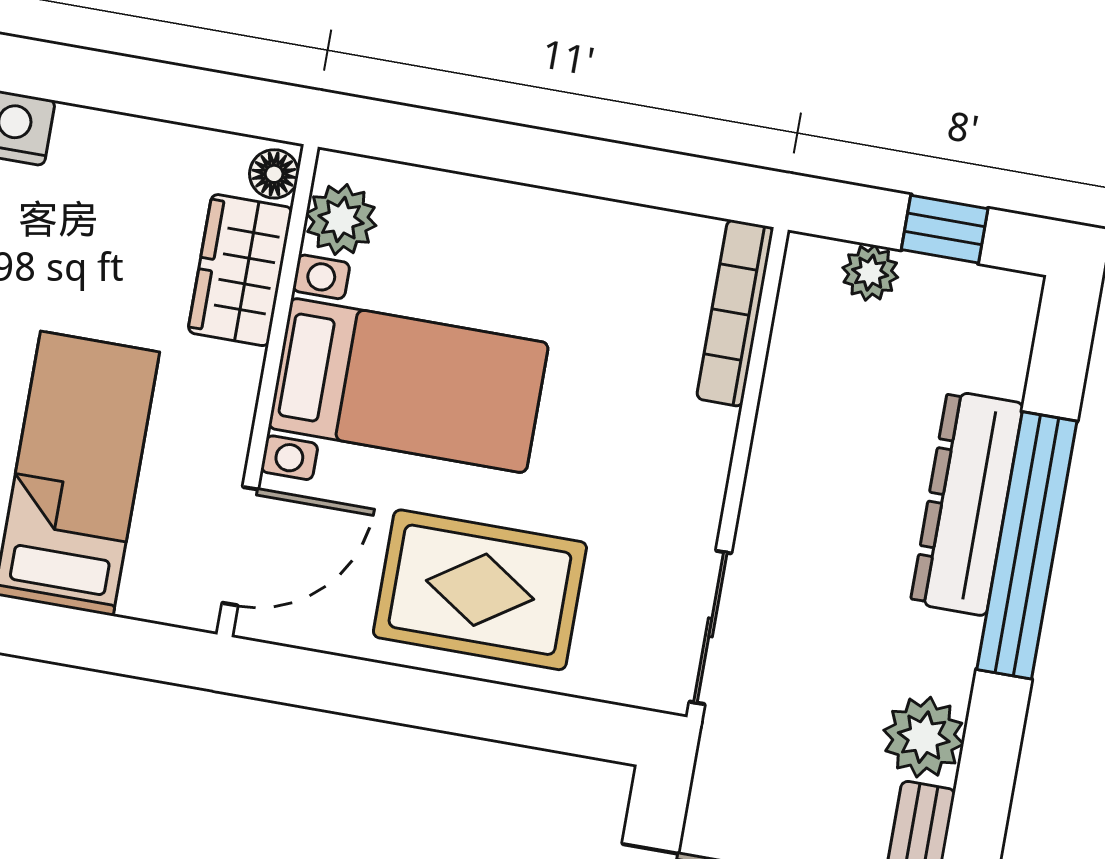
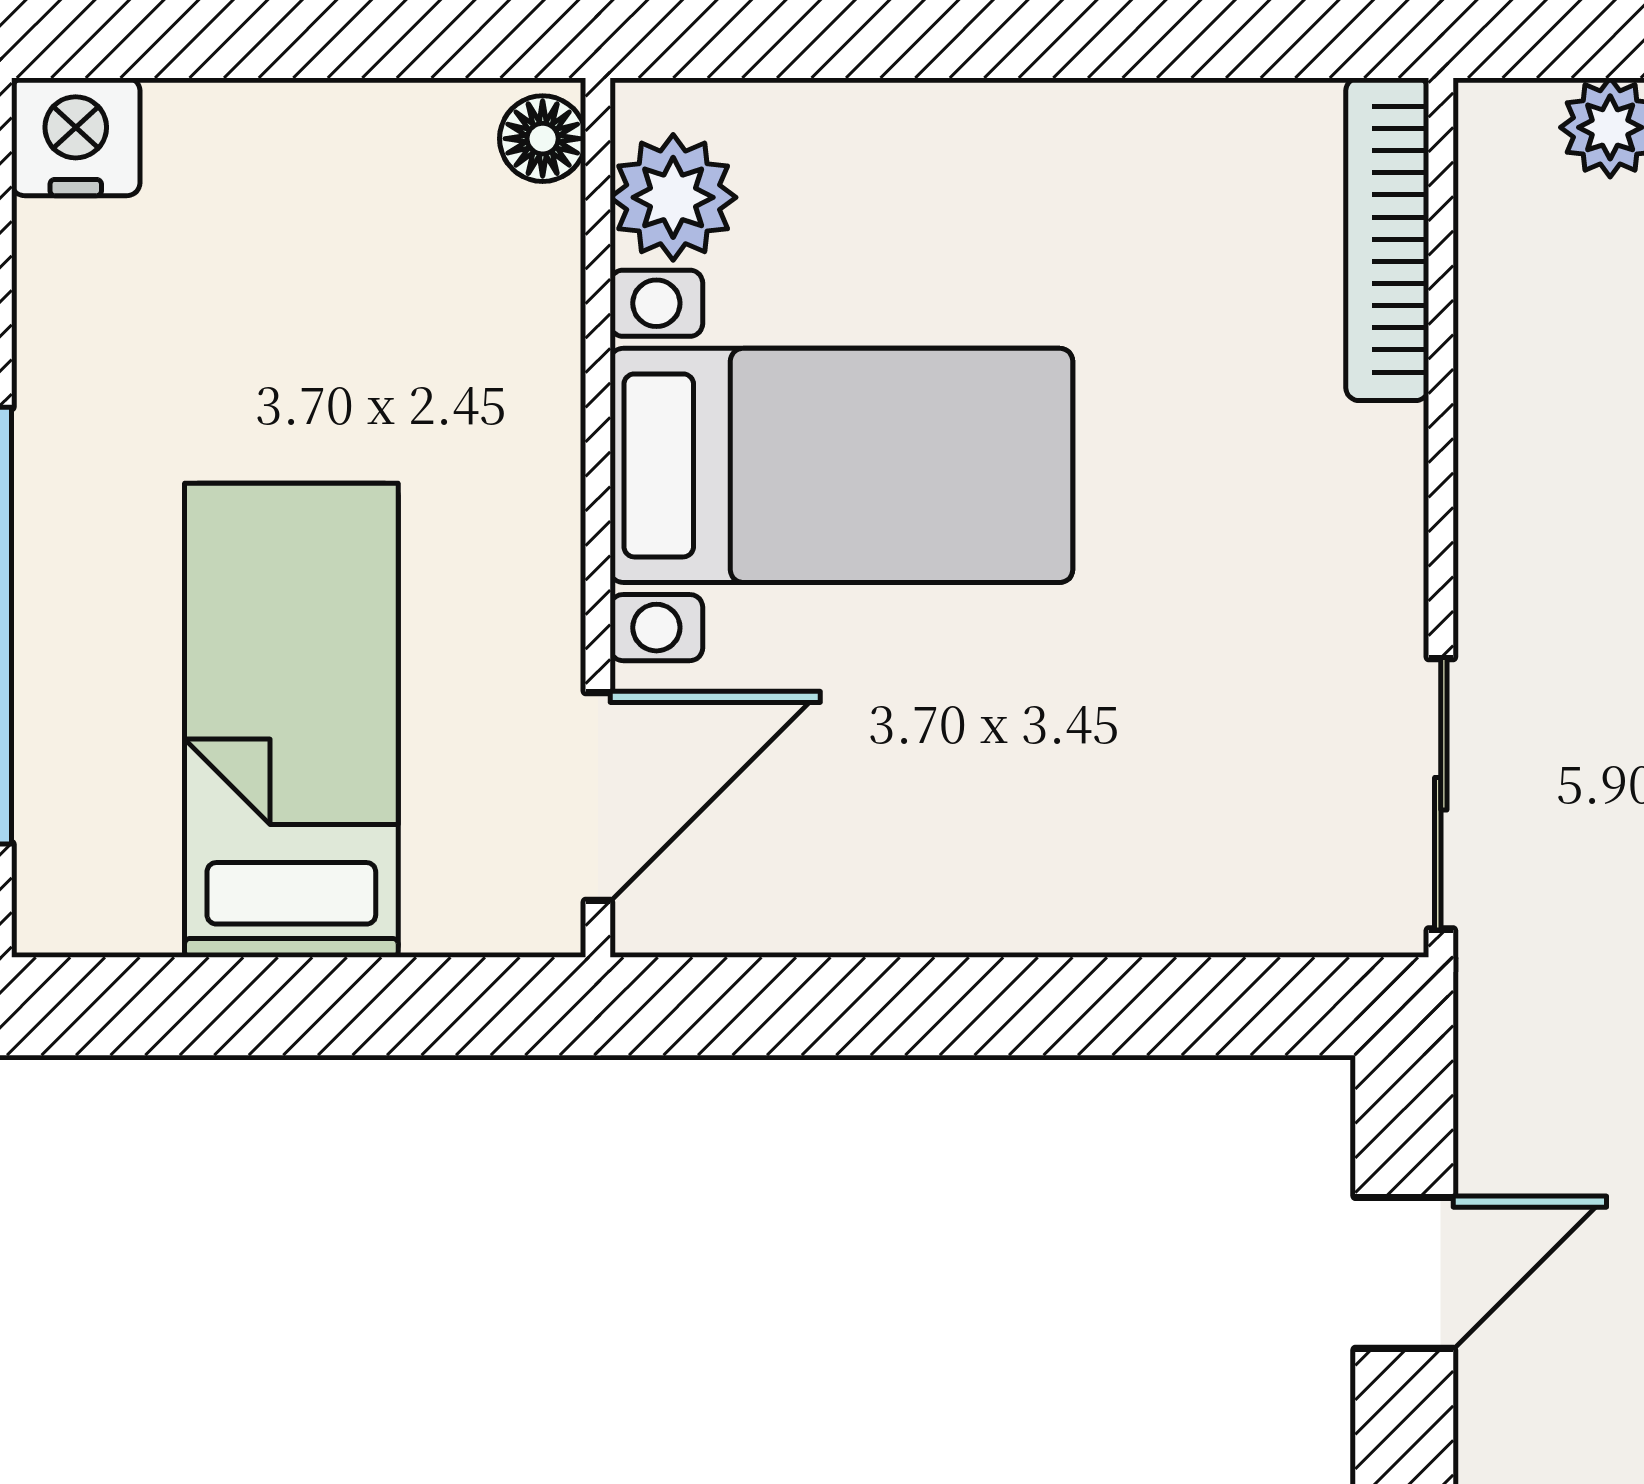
wardrobe: (240, 270) -> (513, 316), removed
rug: (480, 590) -> (1028, 799), removed

